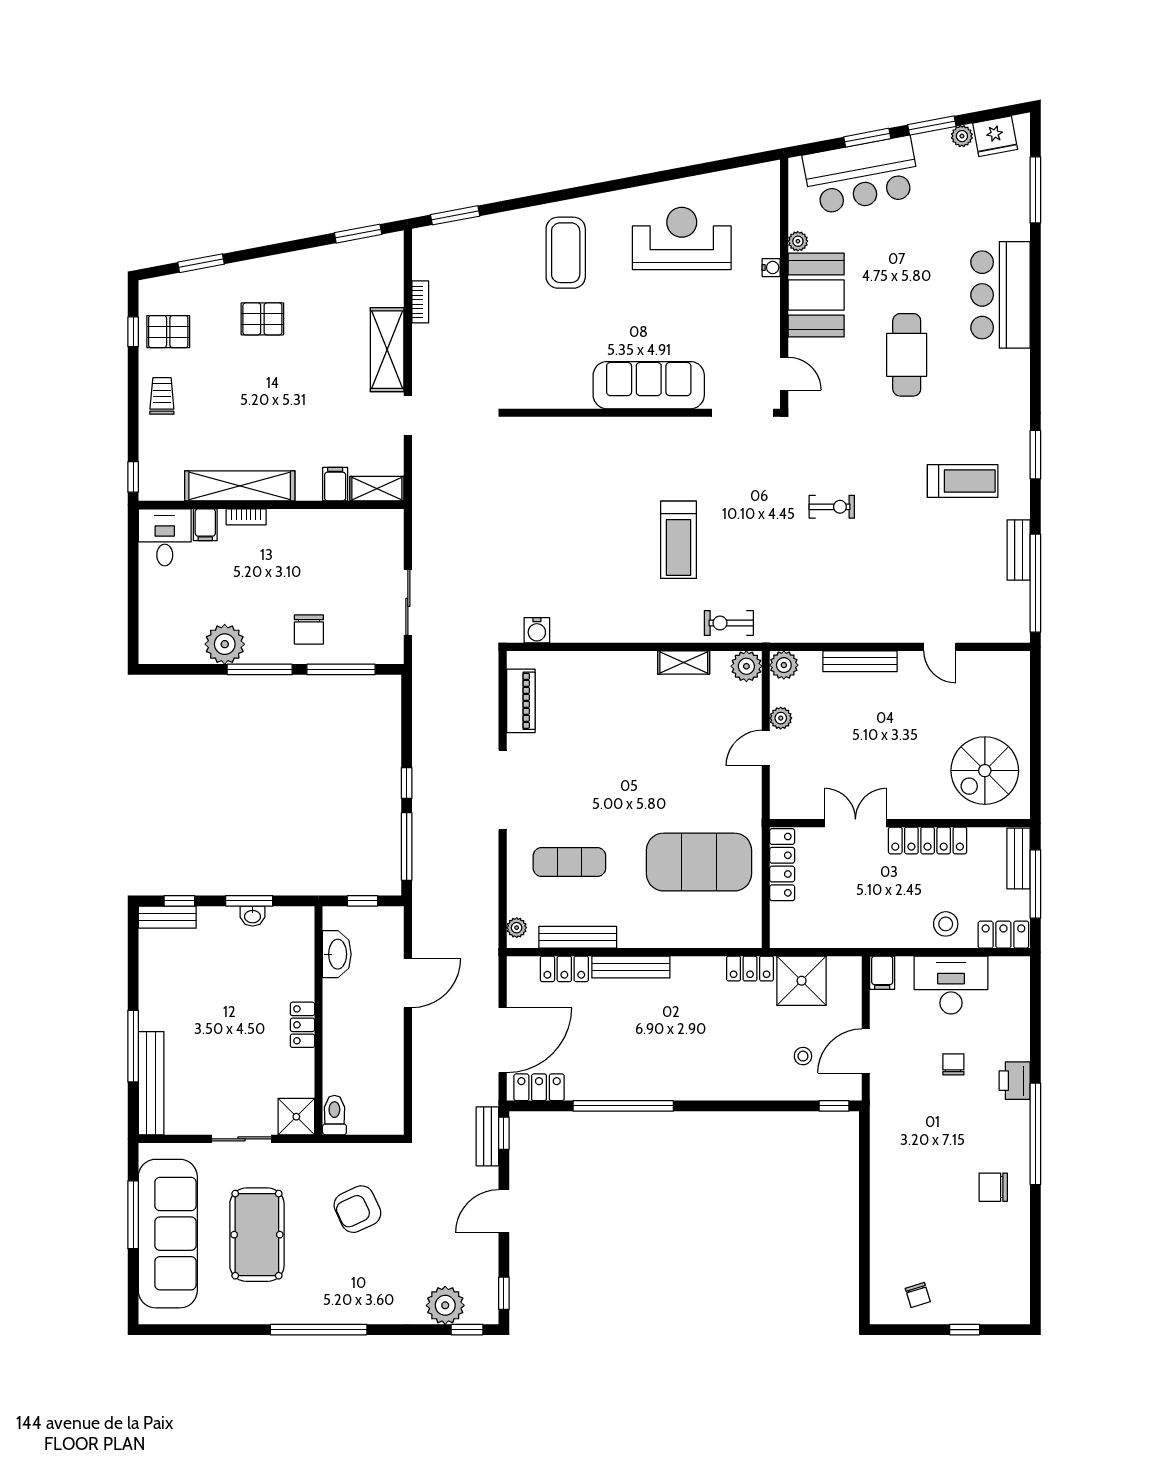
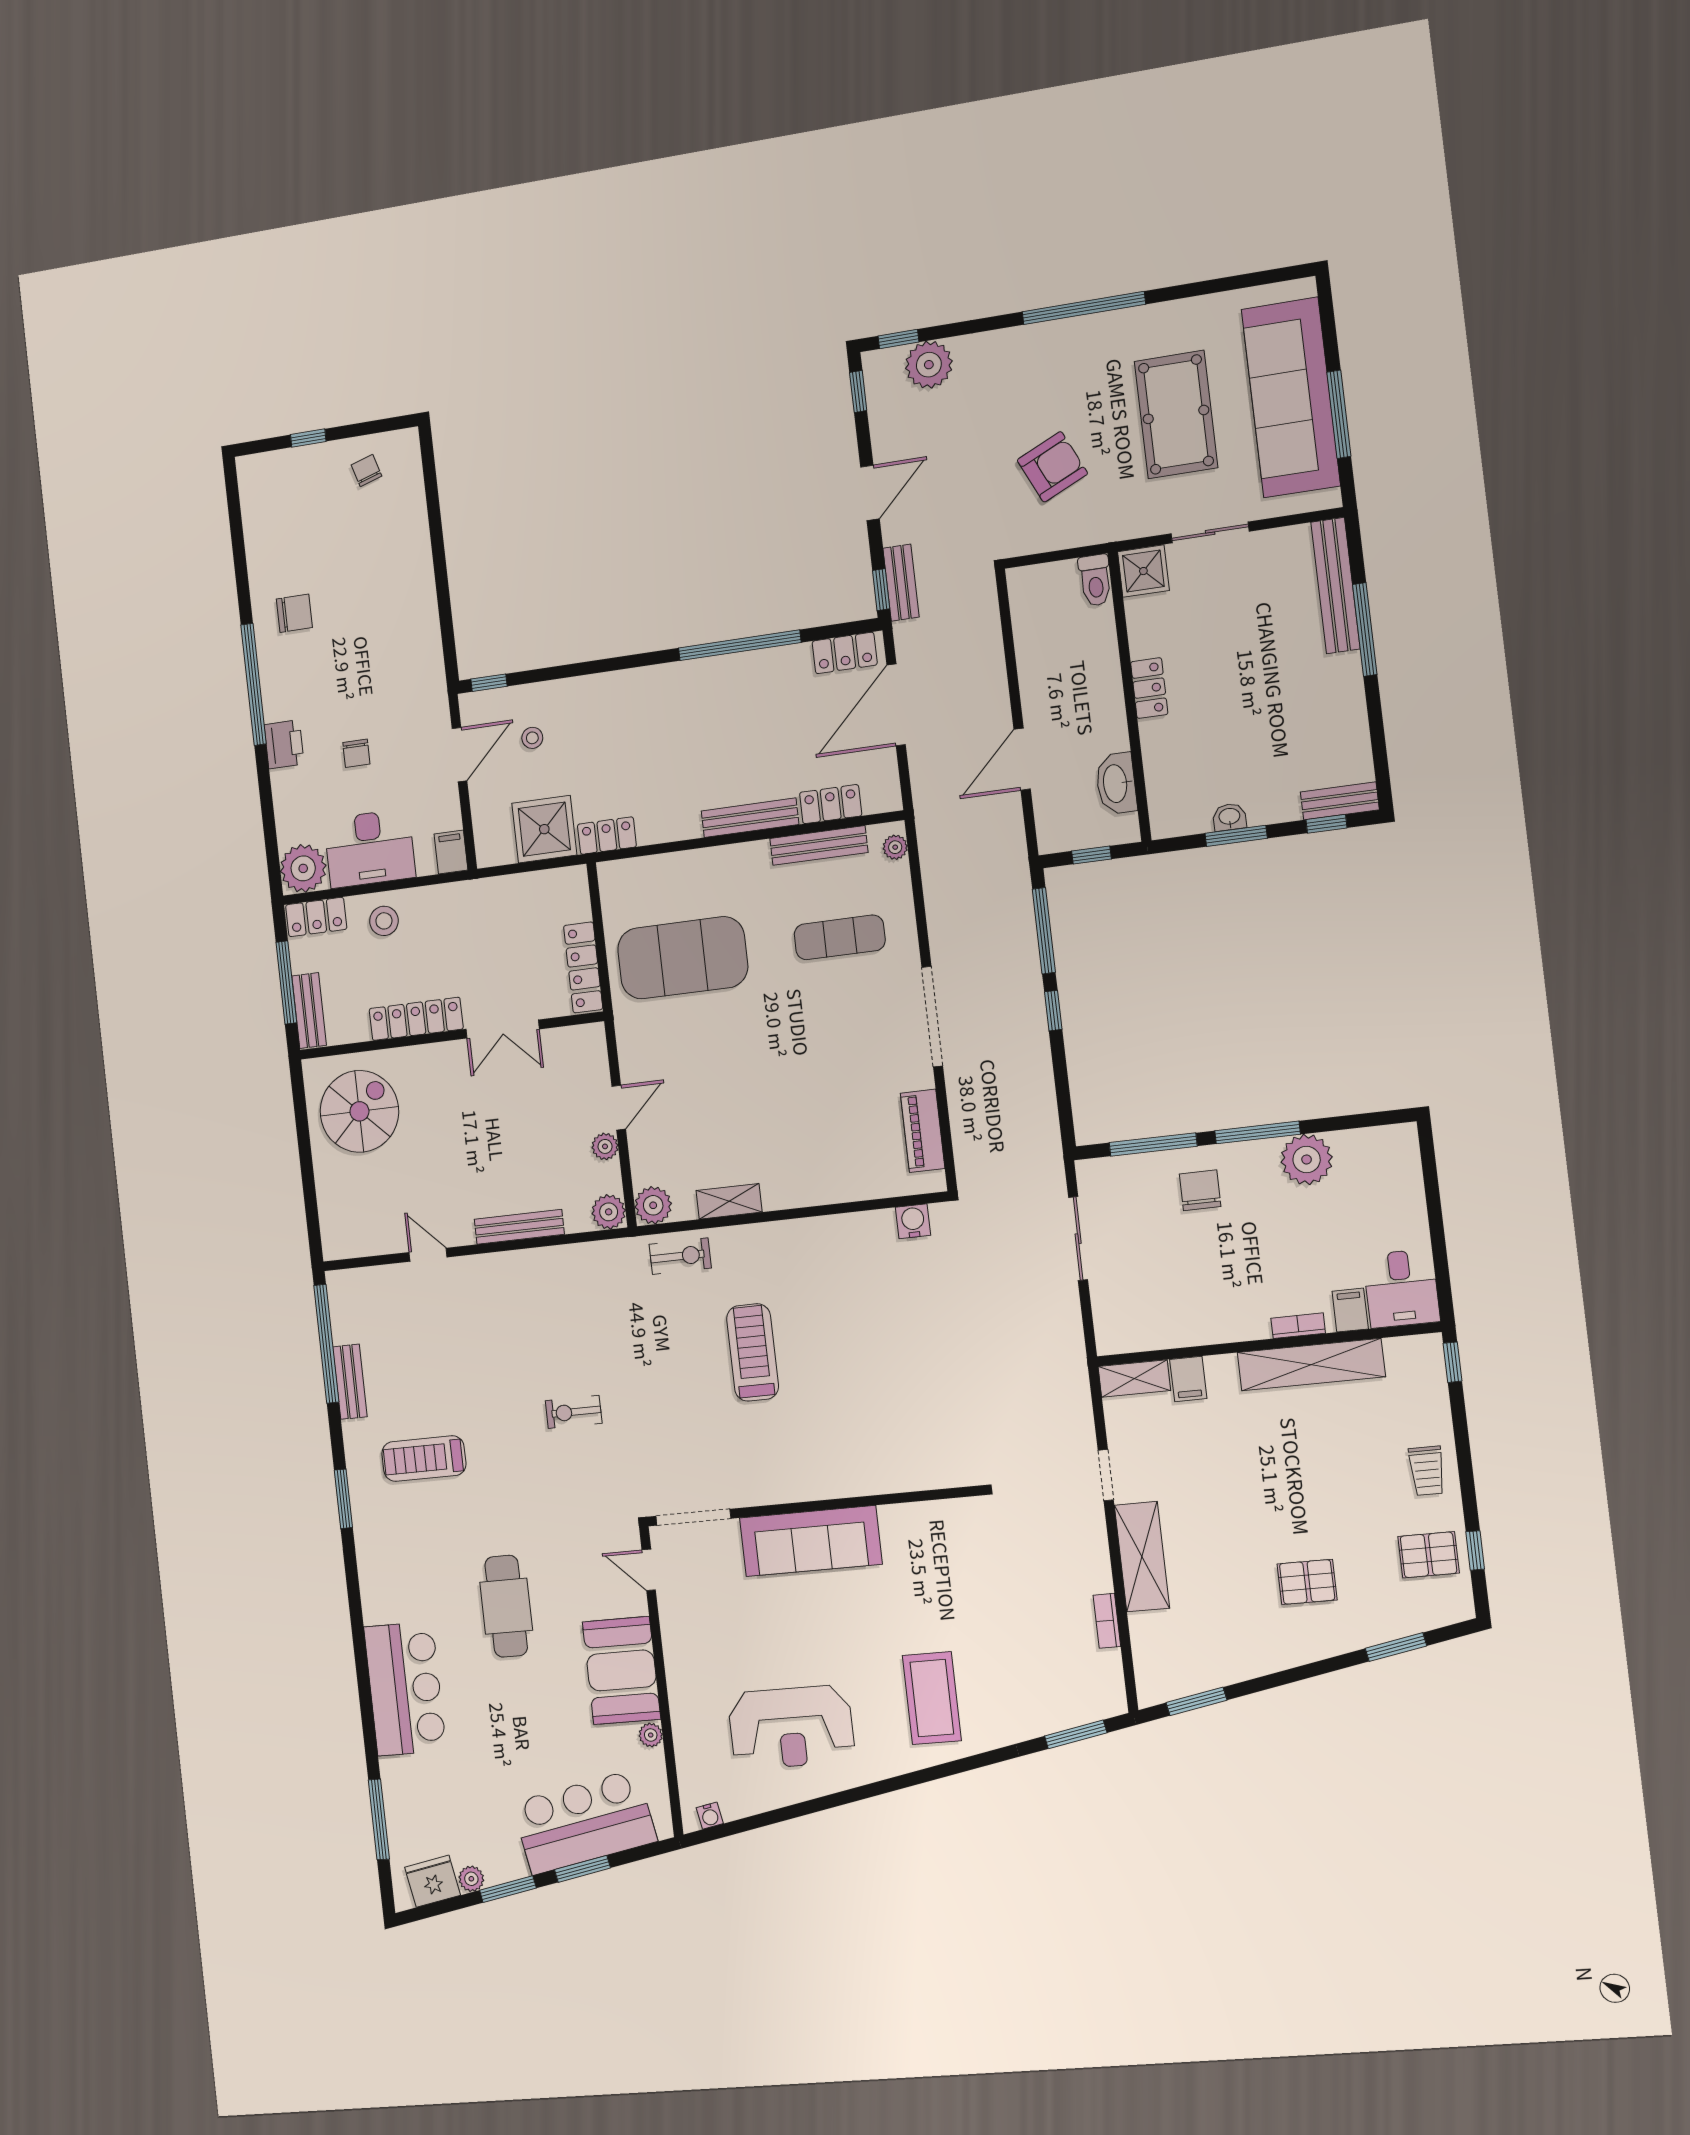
water cooler: (771, 268) -> (710, 1816), moved, turned -101
plant: (1010, 976) -> (303, 868), added

